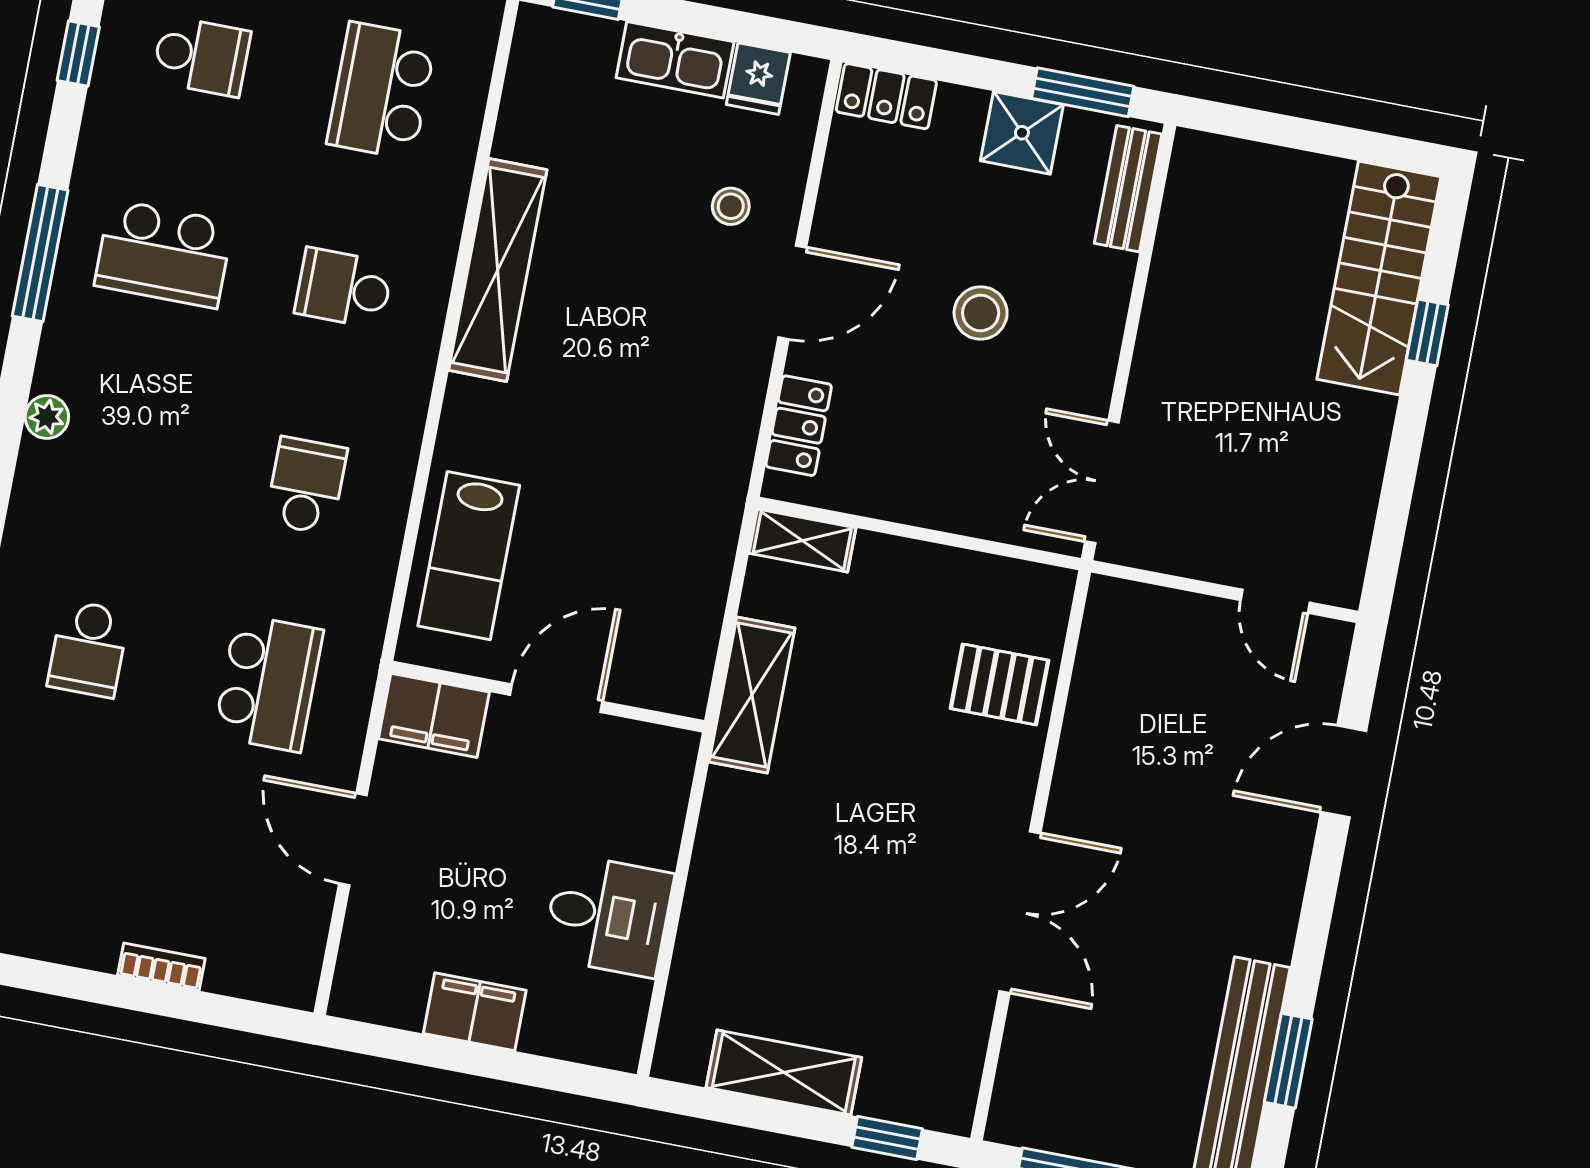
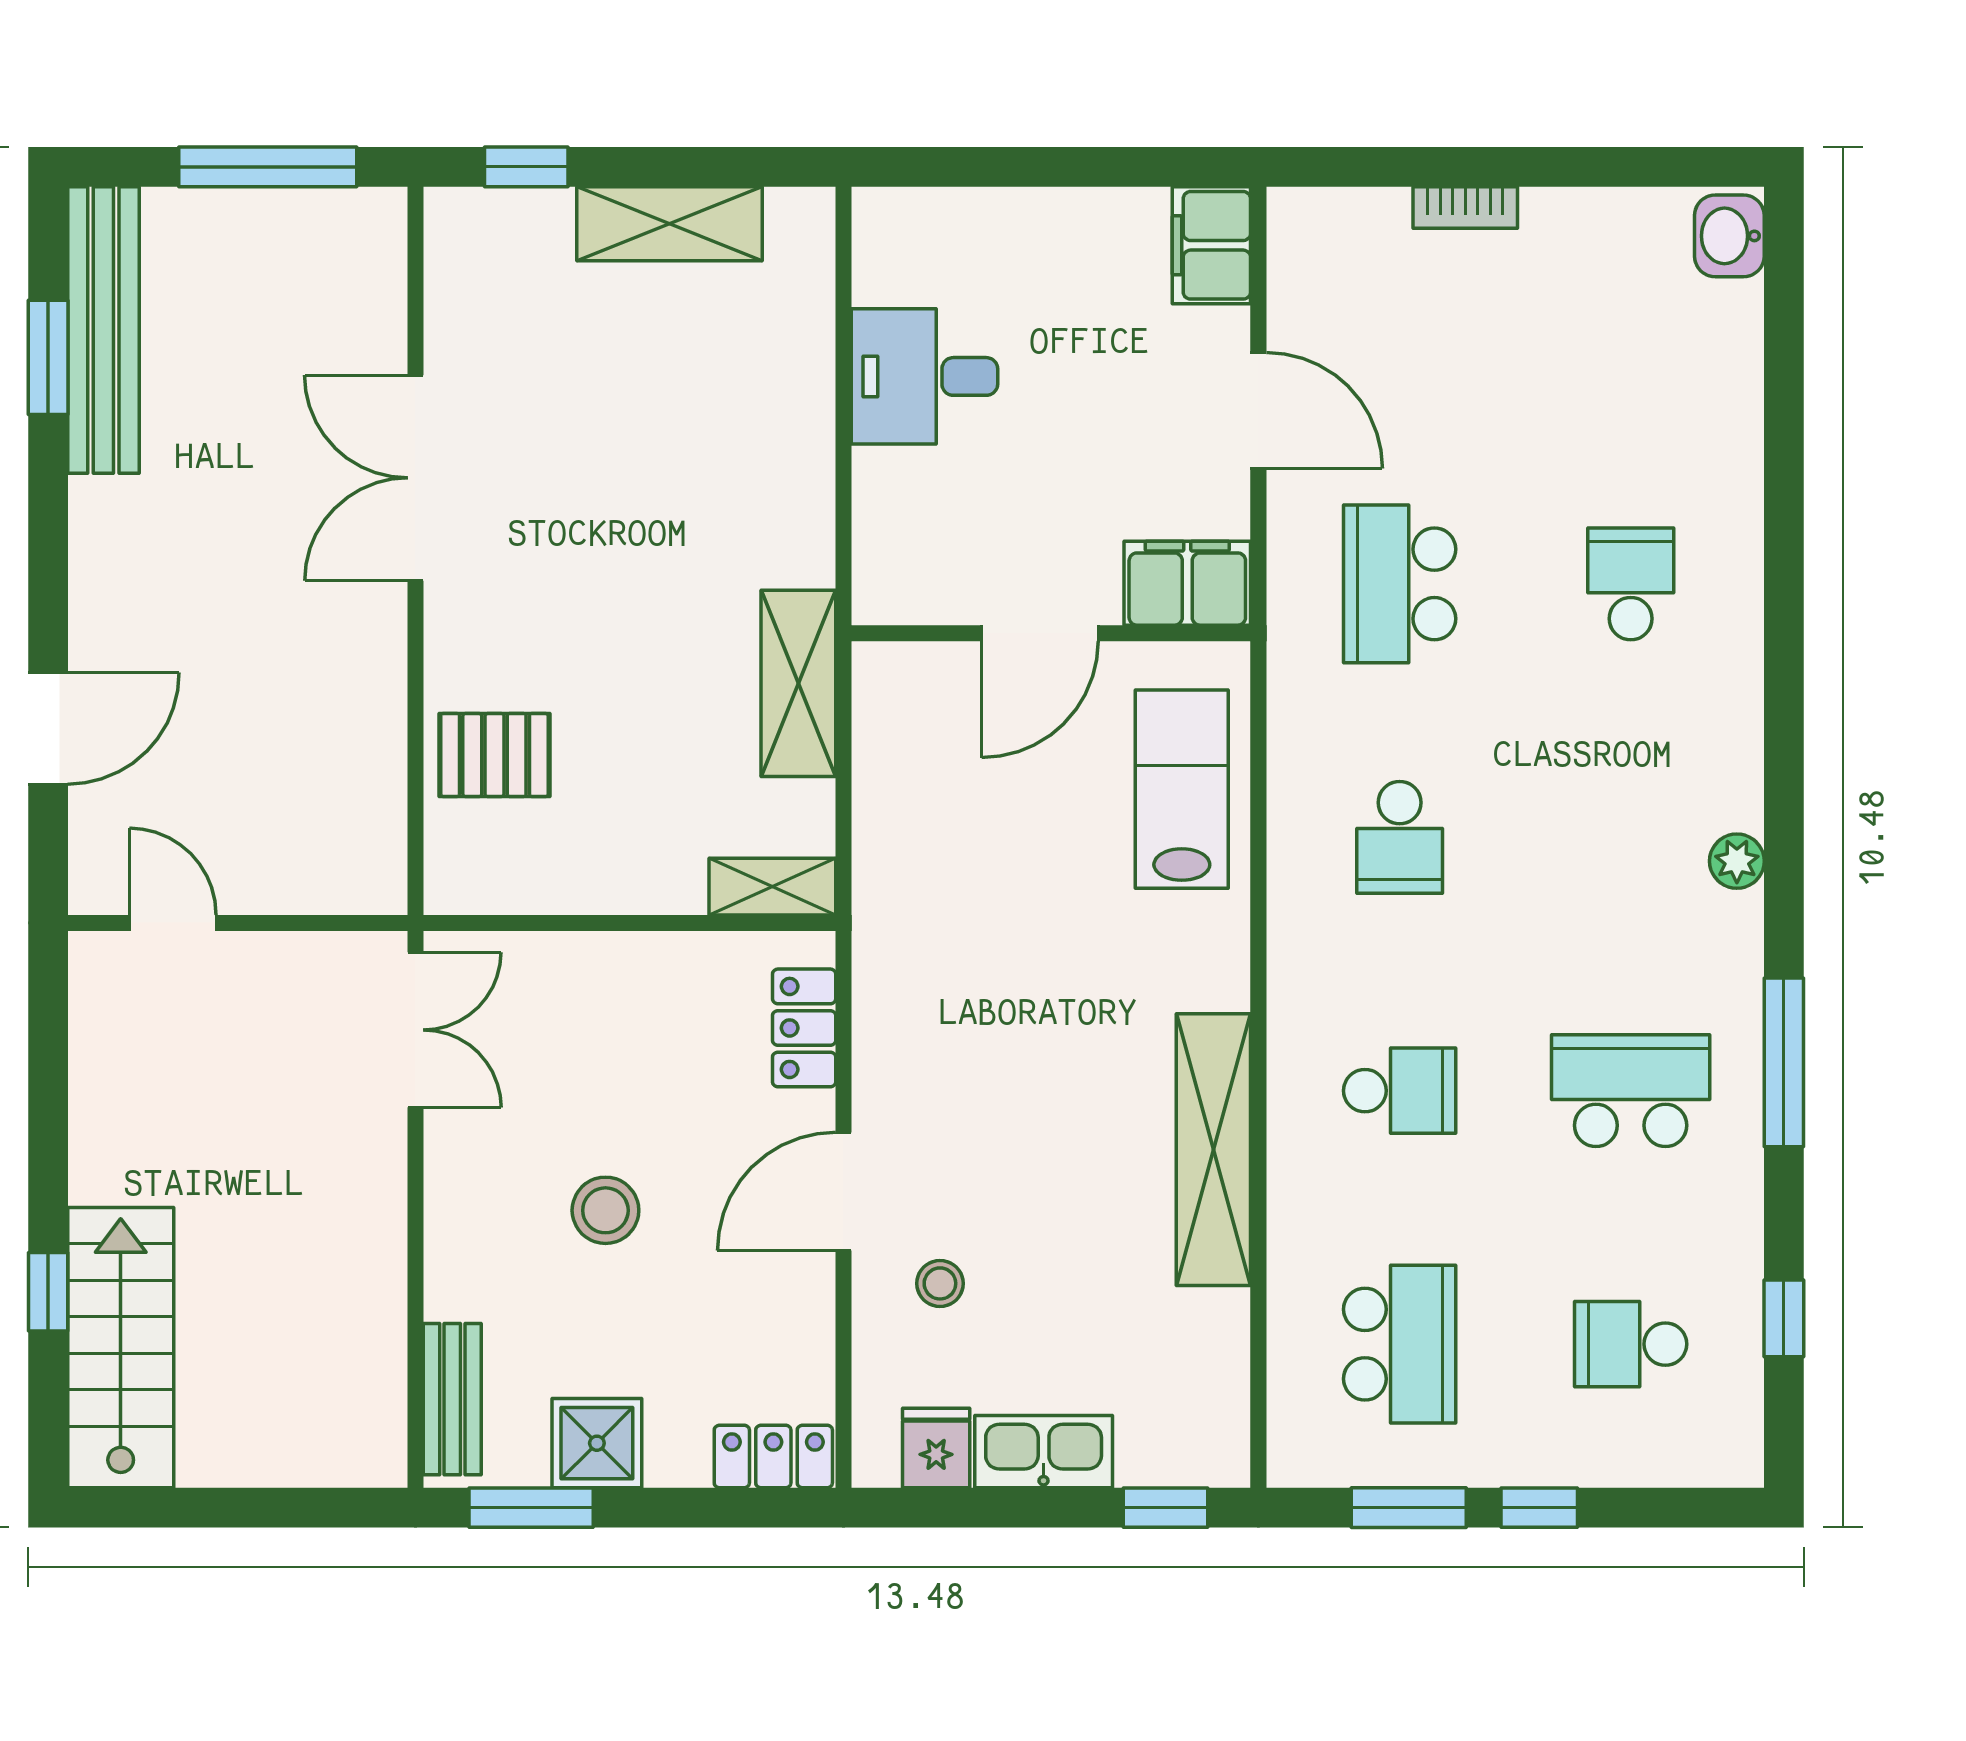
filing cabinet: (475, 1012) -> (1211, 245), moved, turned 90

